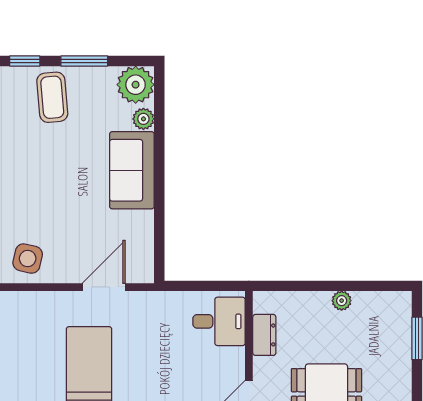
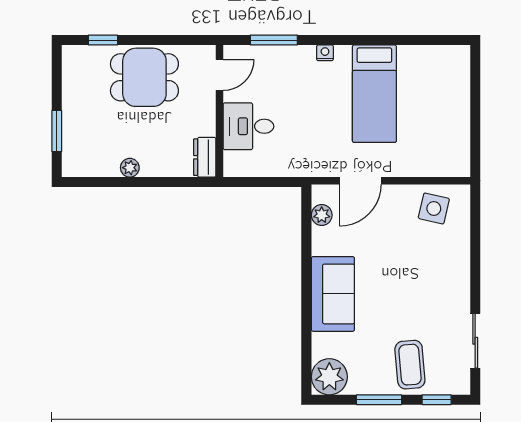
plant: (143, 119) -> (322, 215), moved
desk: (219, 321) -> (248, 126), moved
dresser: (264, 335) -> (205, 157), moved

